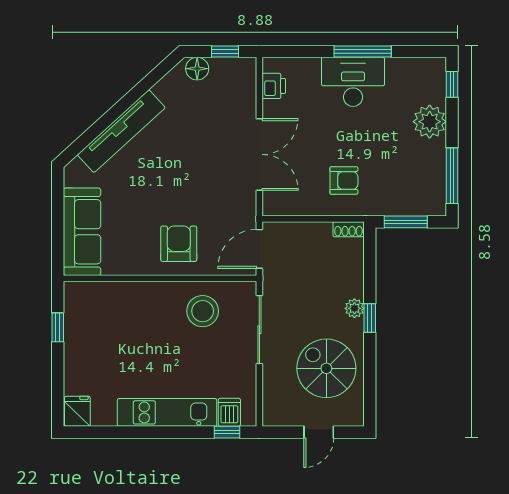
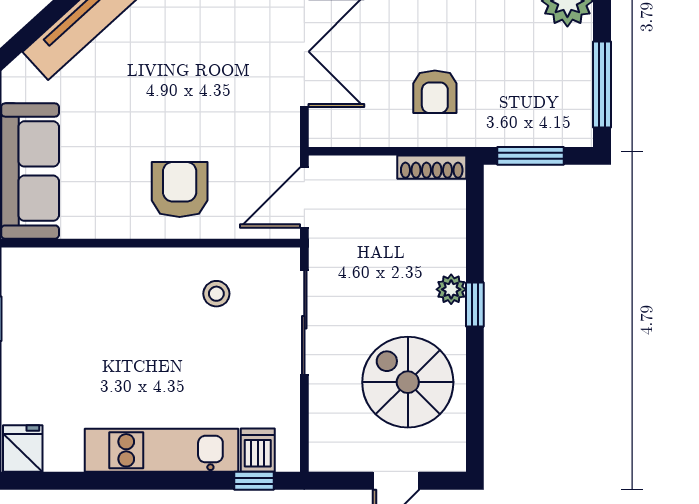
armchair: (344, 180) -> (435, 92), turned 90
shoe rack: (349, 229) -> (432, 167), width x1.43
stool: (203, 311) -> (216, 294), width x0.53, depth x0.53

